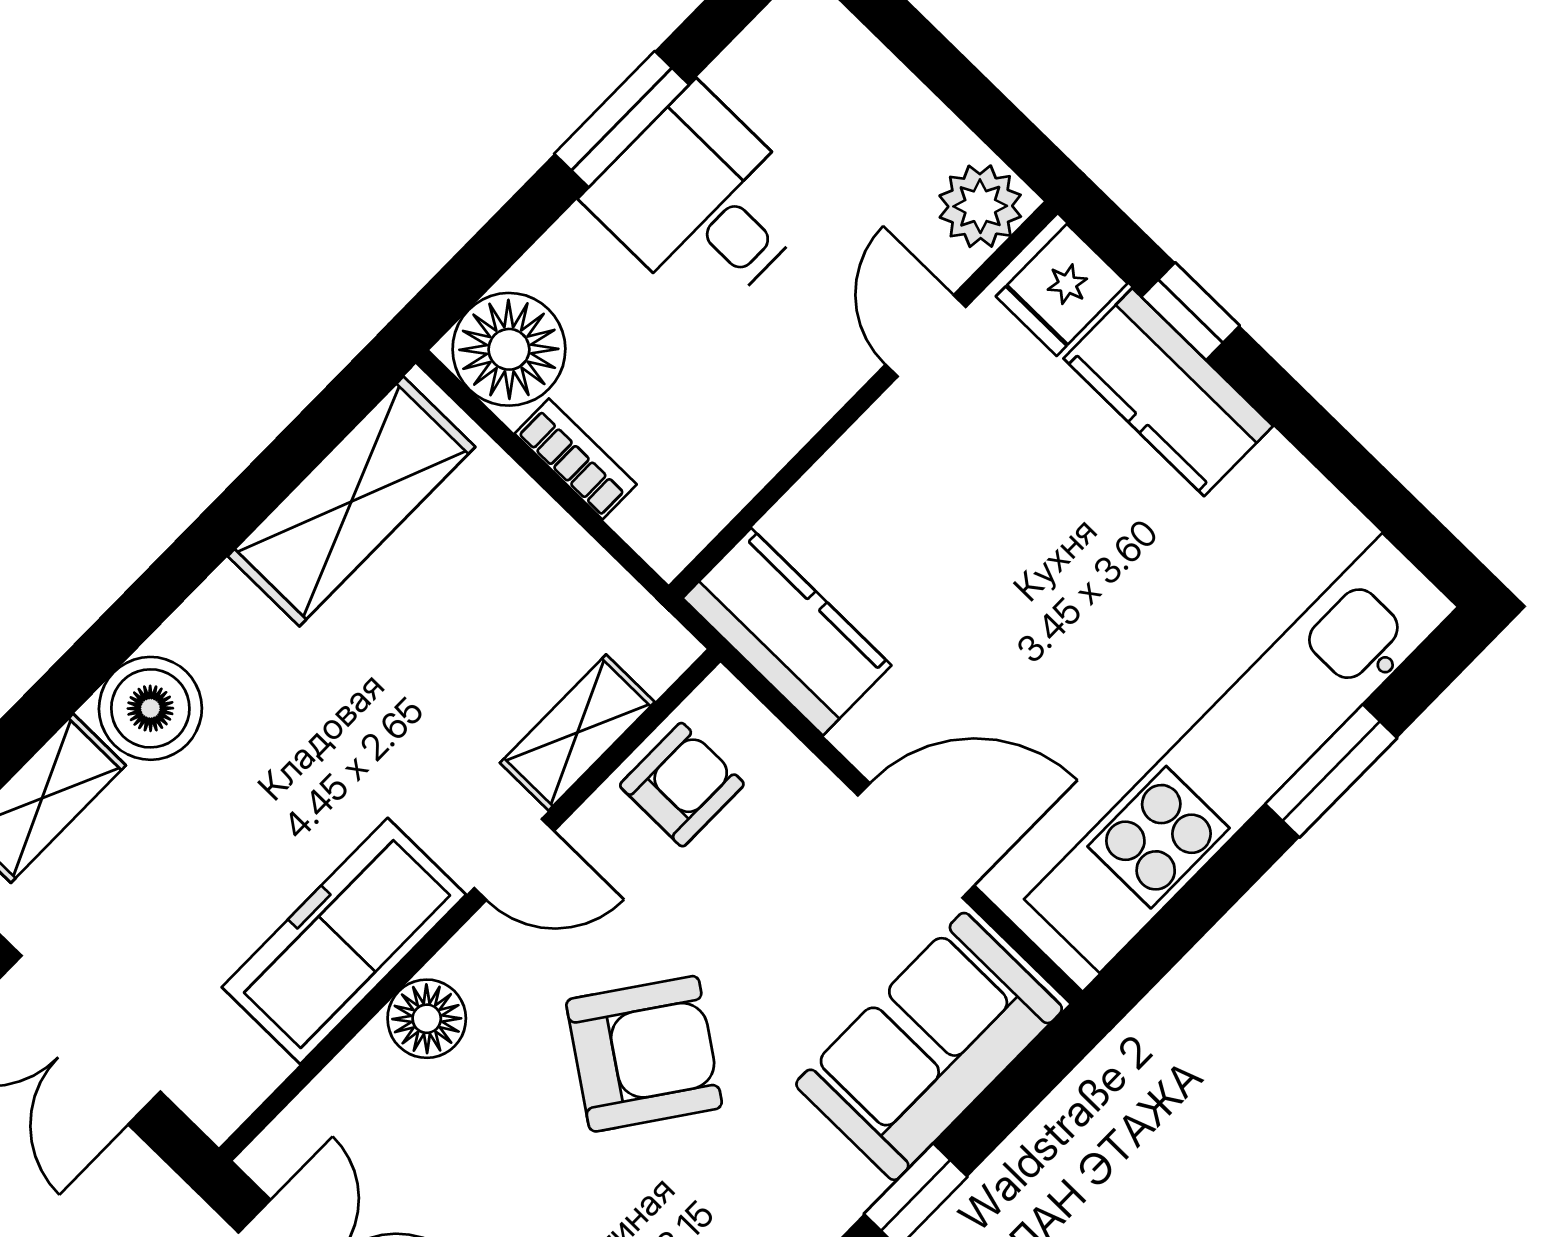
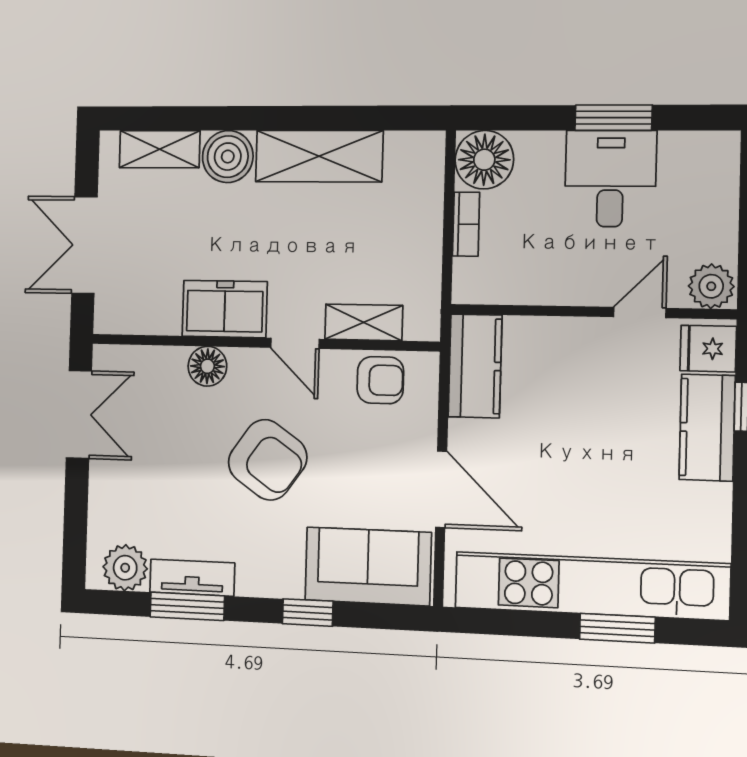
shelving: (351, 501) -> (319, 156), moved
freezer: (344, 941) -> (225, 309), width x0.71

